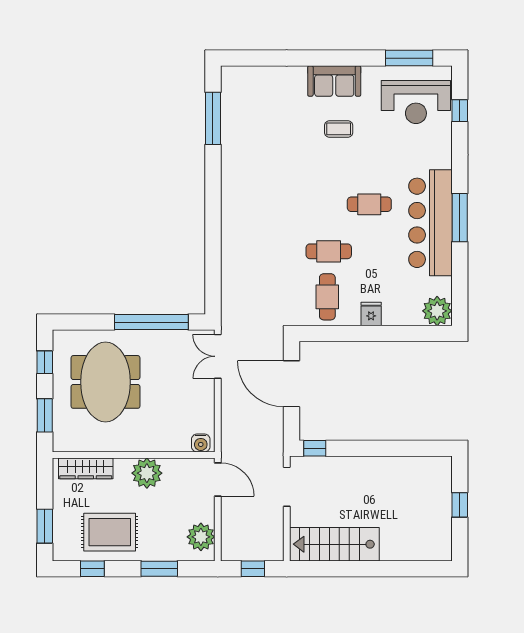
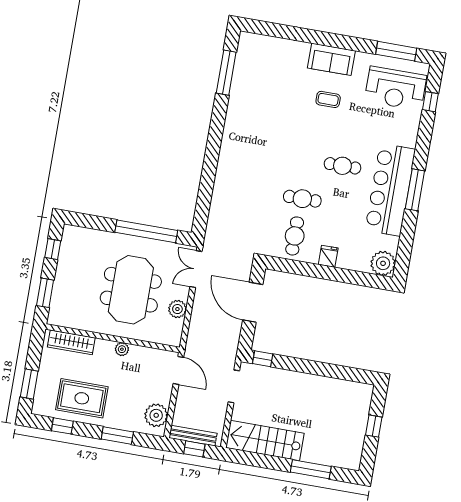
meeting table: (105, 382) -> (131, 290), moved
plant: (204, 407) -> (177, 309), added
water cooler: (201, 443) -> (170, 338), removed
plant: (147, 473) -> (122, 349), width x0.53, depth x0.53
bench: (249, 553) -> (193, 436), added
window: (394, 569) -> (311, 469), added

